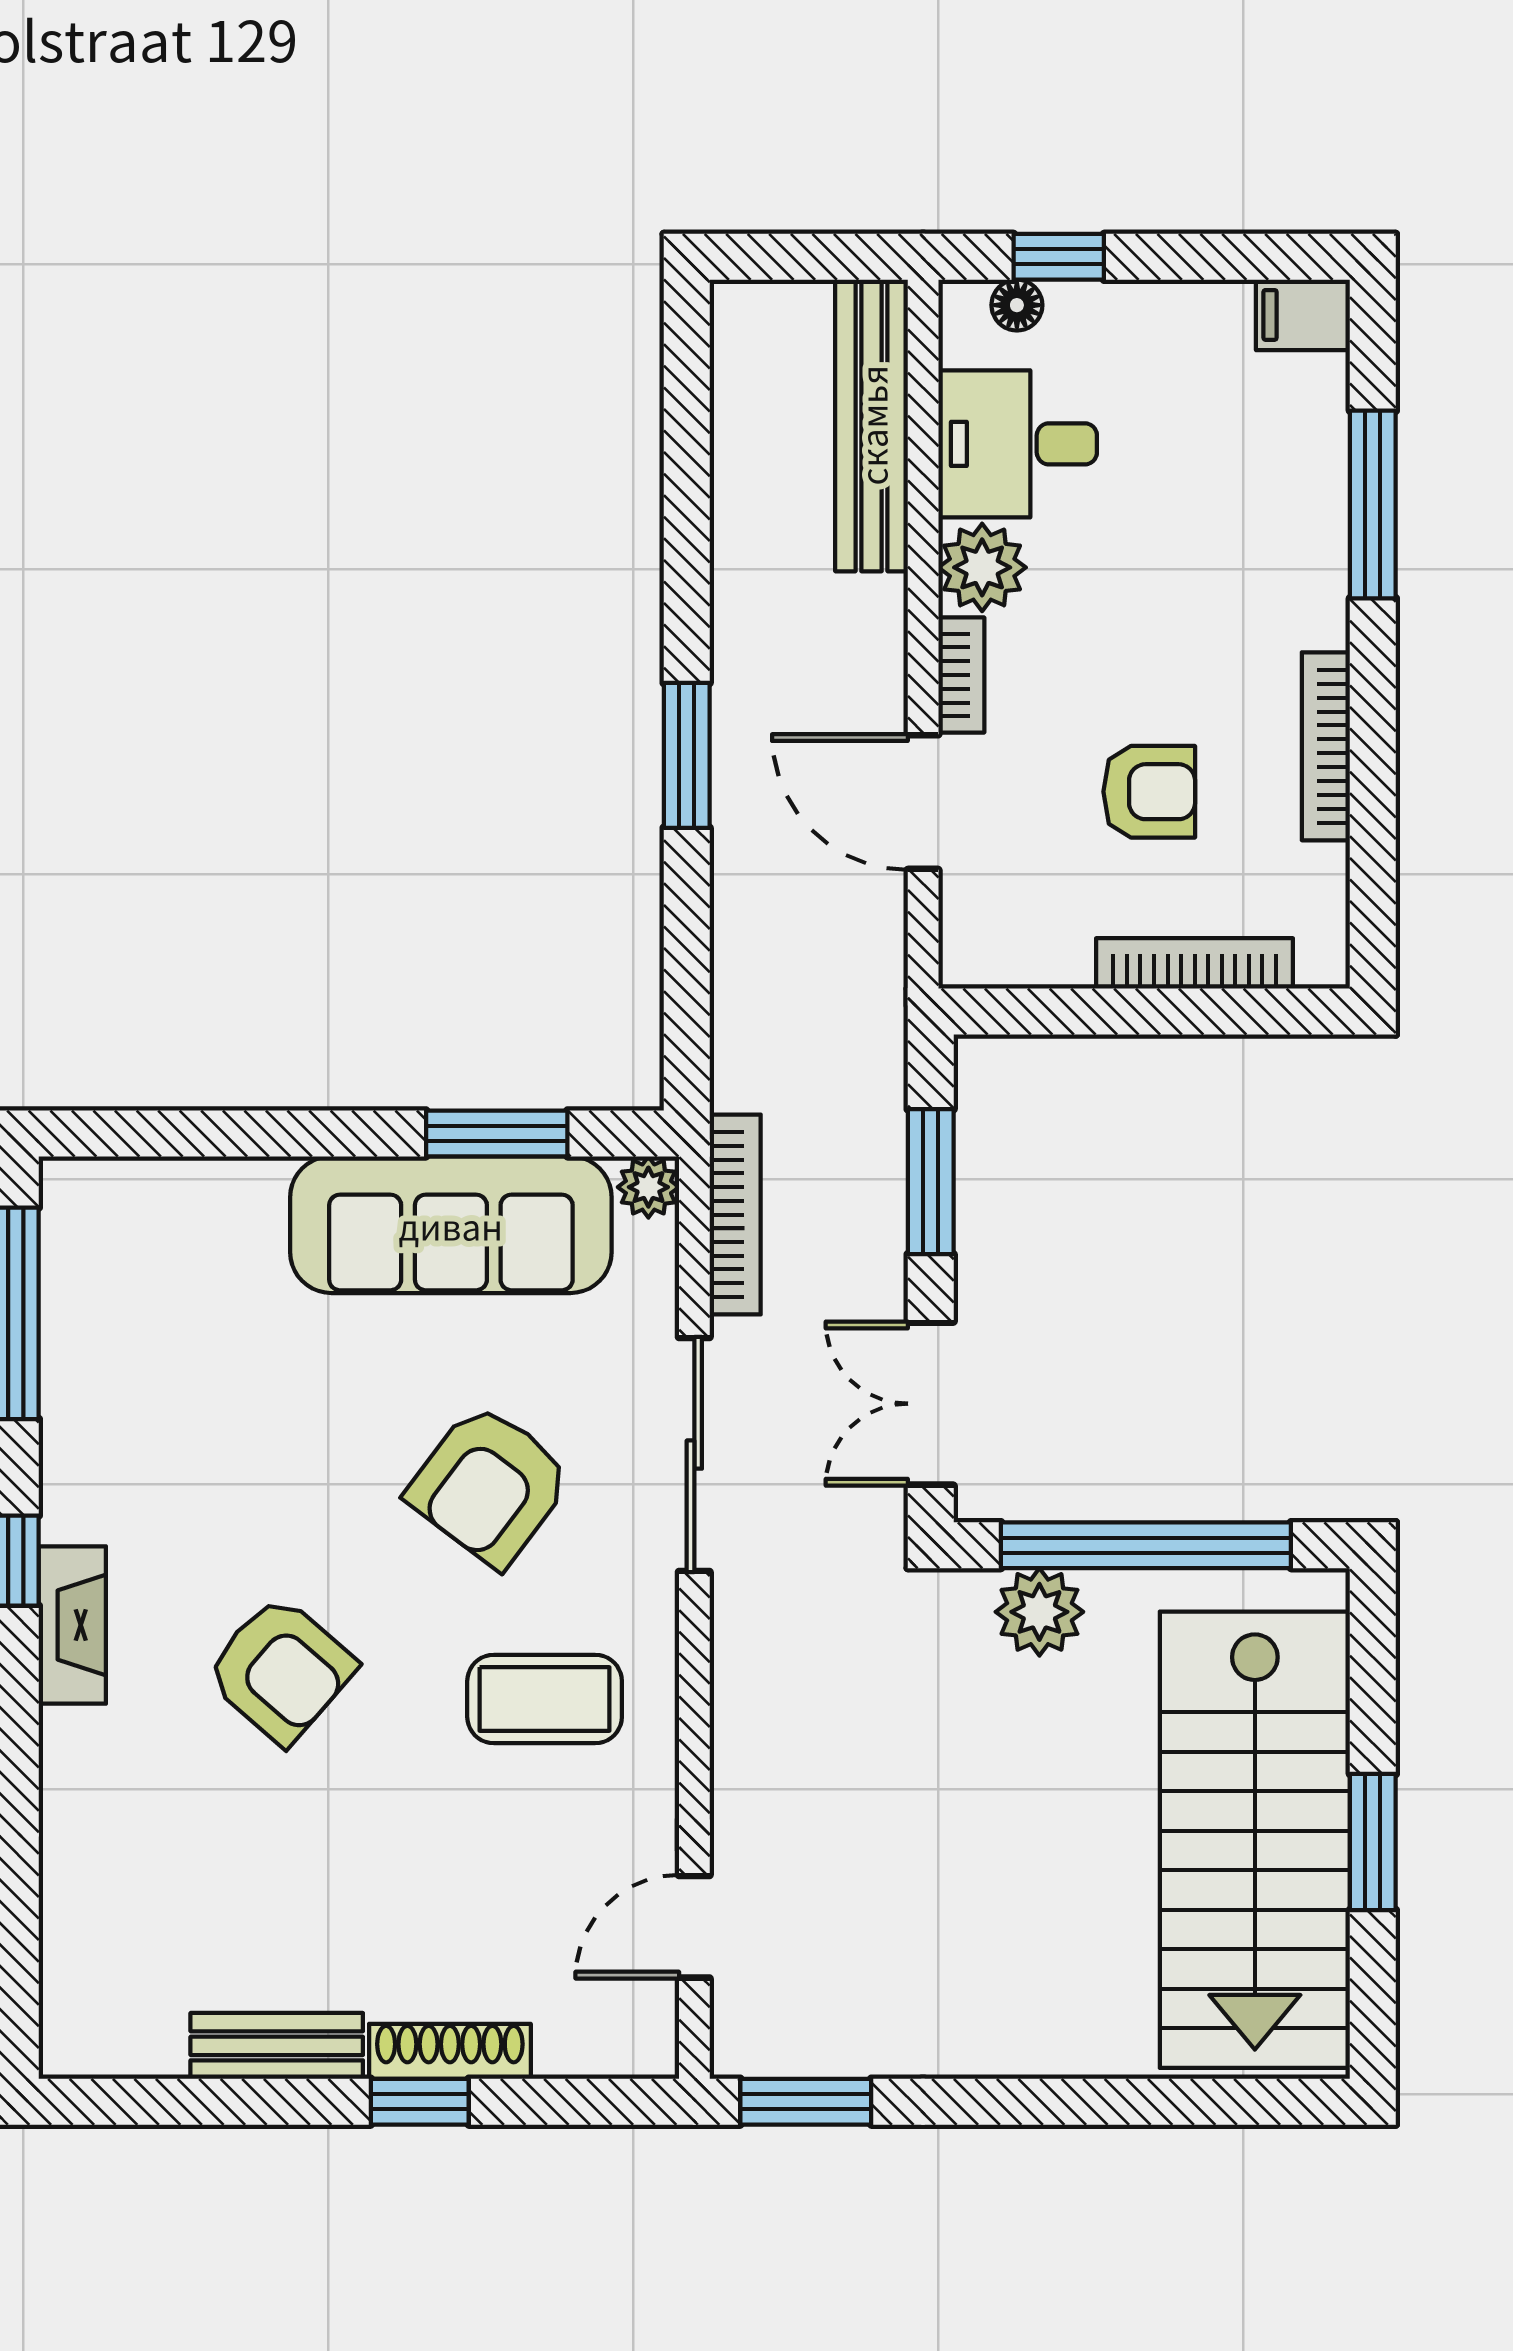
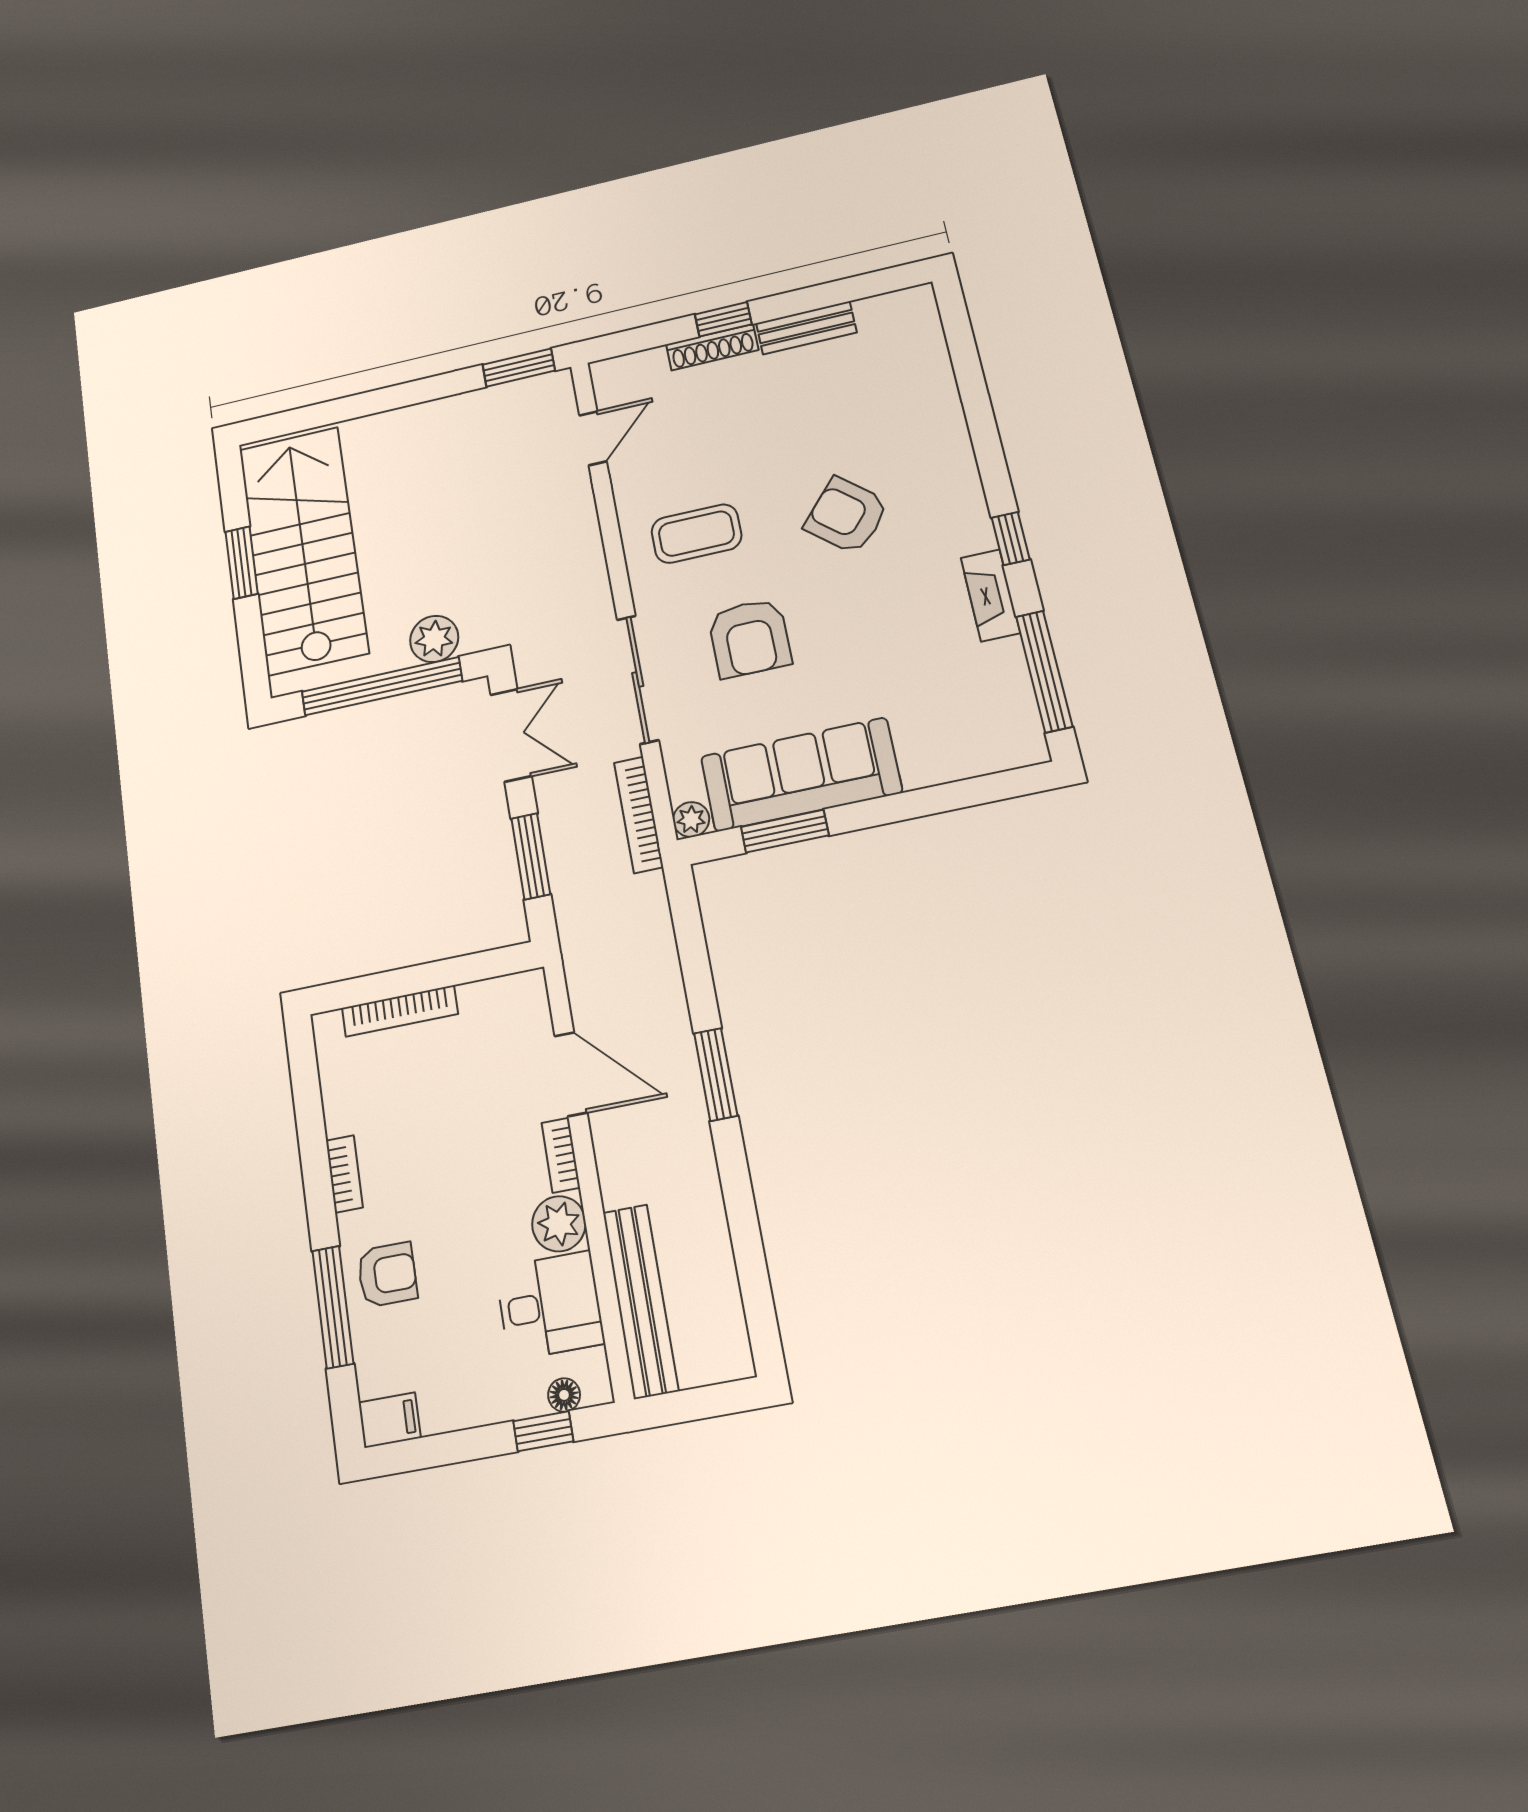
bookcase: (1326, 746) -> (344, 1174), width x0.64
armchair: (1149, 792) -> (387, 1275), moved, turned 180
armchair: (489, 1485) -> (750, 638), turned 143
fireplace: (72, 1625) -> (990, 595), moved

